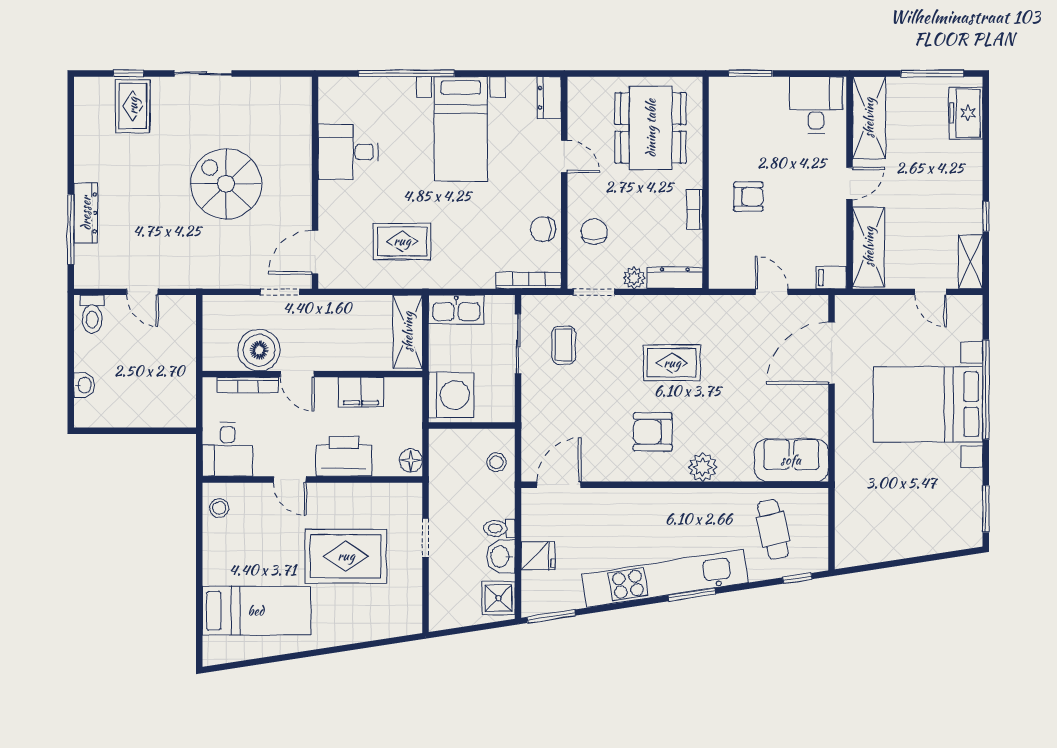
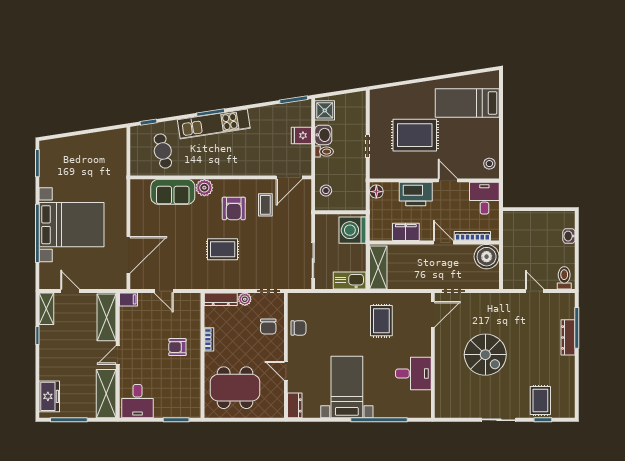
dining table: (651, 128) -> (235, 388), turned 90
rug: (402, 241) -> (381, 321), turned 90
bookcase: (529, 280) -> (307, 298), removed
coffee table: (564, 345) -> (265, 205), moved
boiler: (259, 350) -> (487, 257), moved
armchair: (653, 432) -> (234, 208), turned 90
sofa: (791, 460) -> (173, 192), moved
kitchen unit: (665, 578) -> (214, 124), width x0.73

